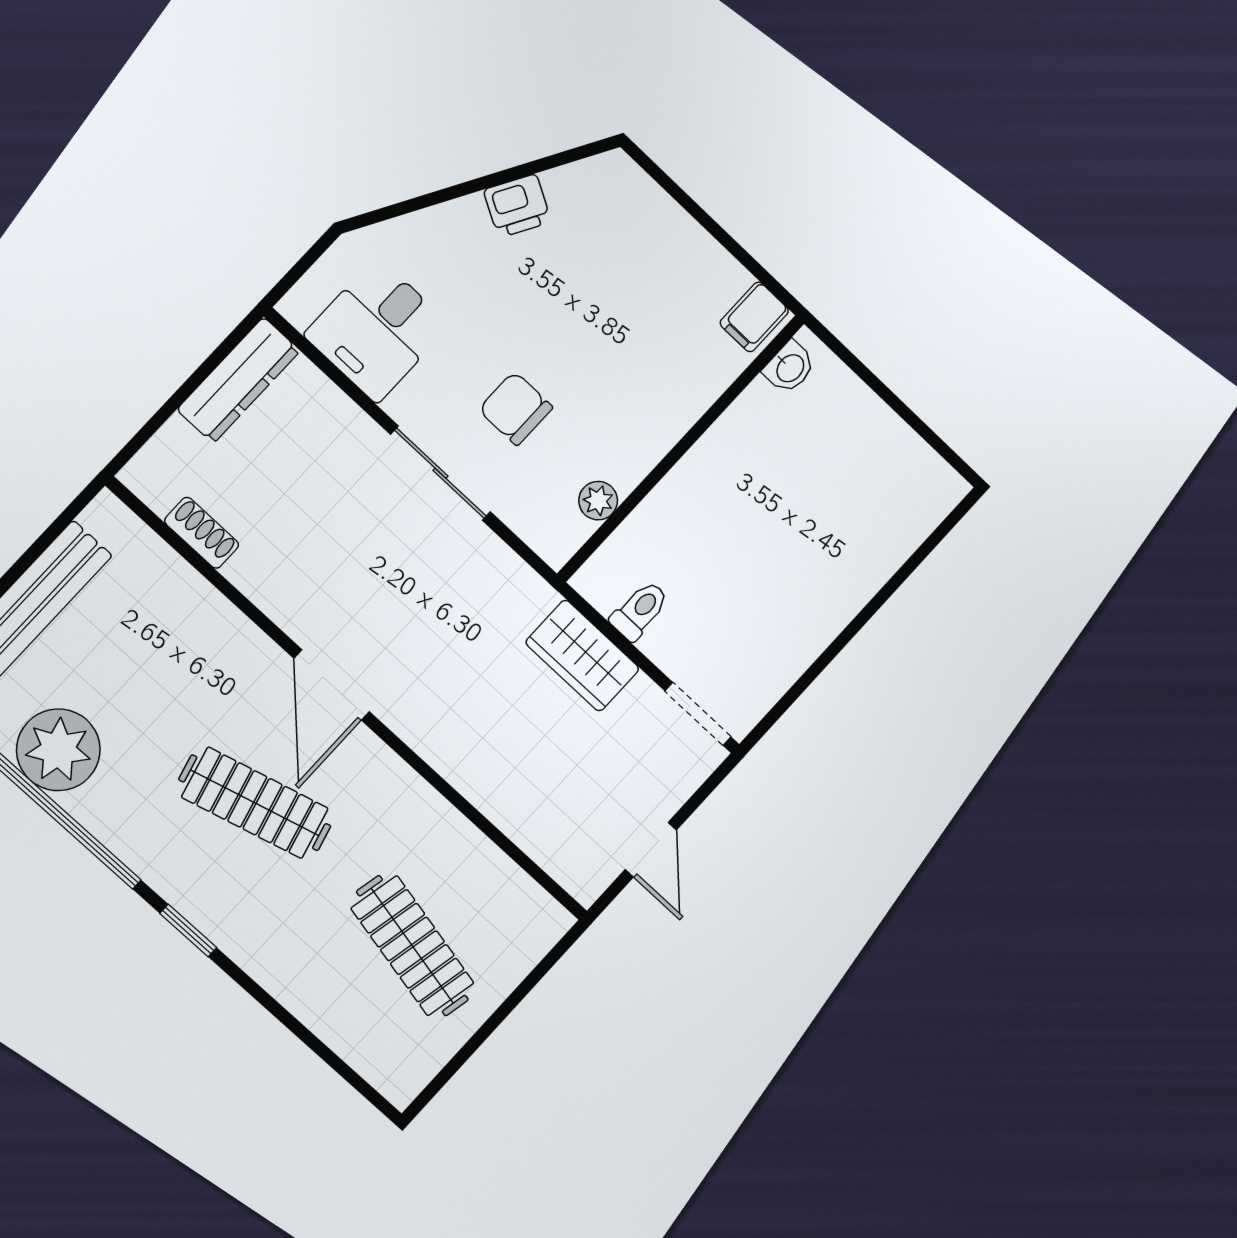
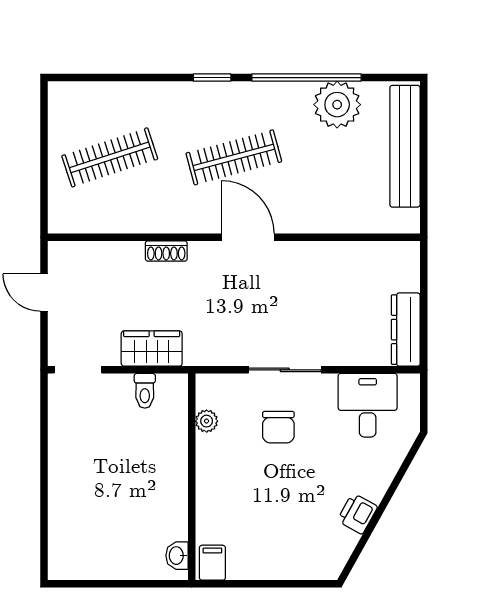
chair: (516, 408) -> (278, 427), turned 90
shoe rack: (202, 533) -> (166, 251), moved
clothes rail: (412, 946) -> (110, 157), turned -30

